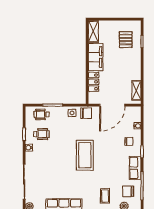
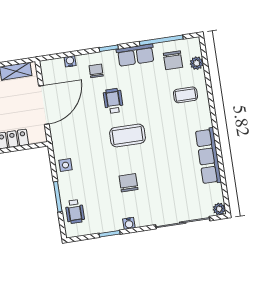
door: (112, 105) -> (44, 105), hinge flipped
chair: (86, 113) -> (129, 183), moved
wheelchair: (41, 134) -> (113, 101), moved
coffee table: (85, 155) -> (128, 135), width x0.73, depth x0.76

